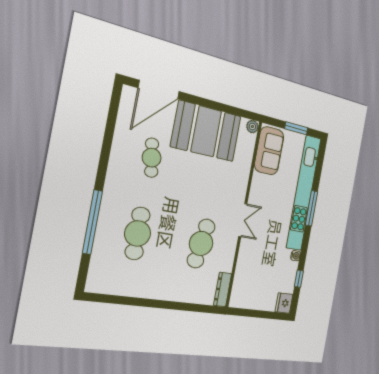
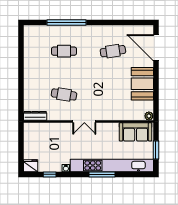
booth: (206, 131) -> (142, 84), width x0.73, depth x0.70
cafe table: (138, 233) -> (64, 51), width x0.73, depth x0.74
cafe table: (201, 243) -> (64, 94), width x0.73, depth x0.74

